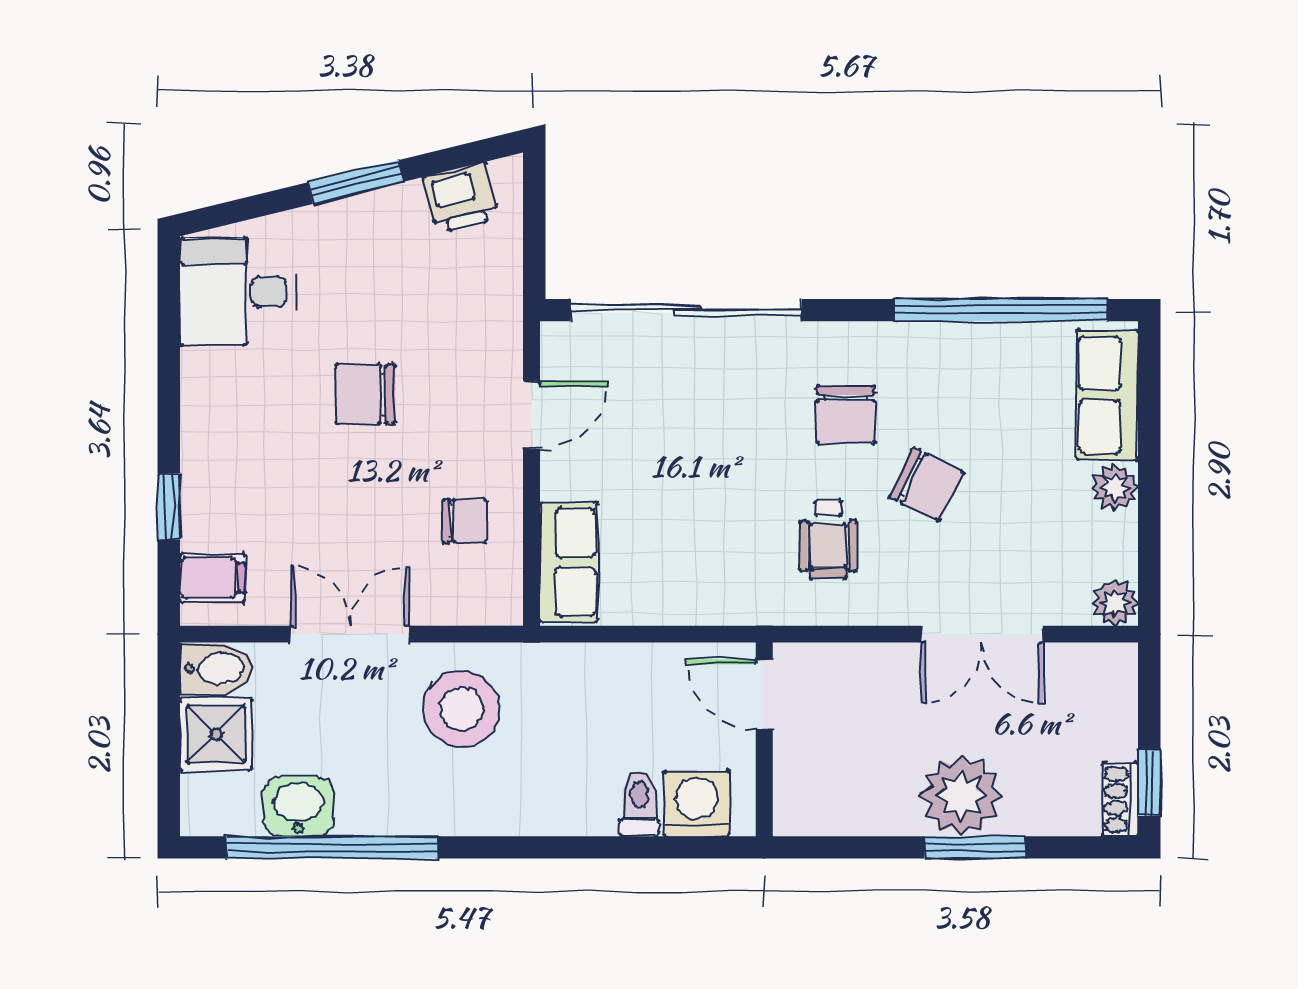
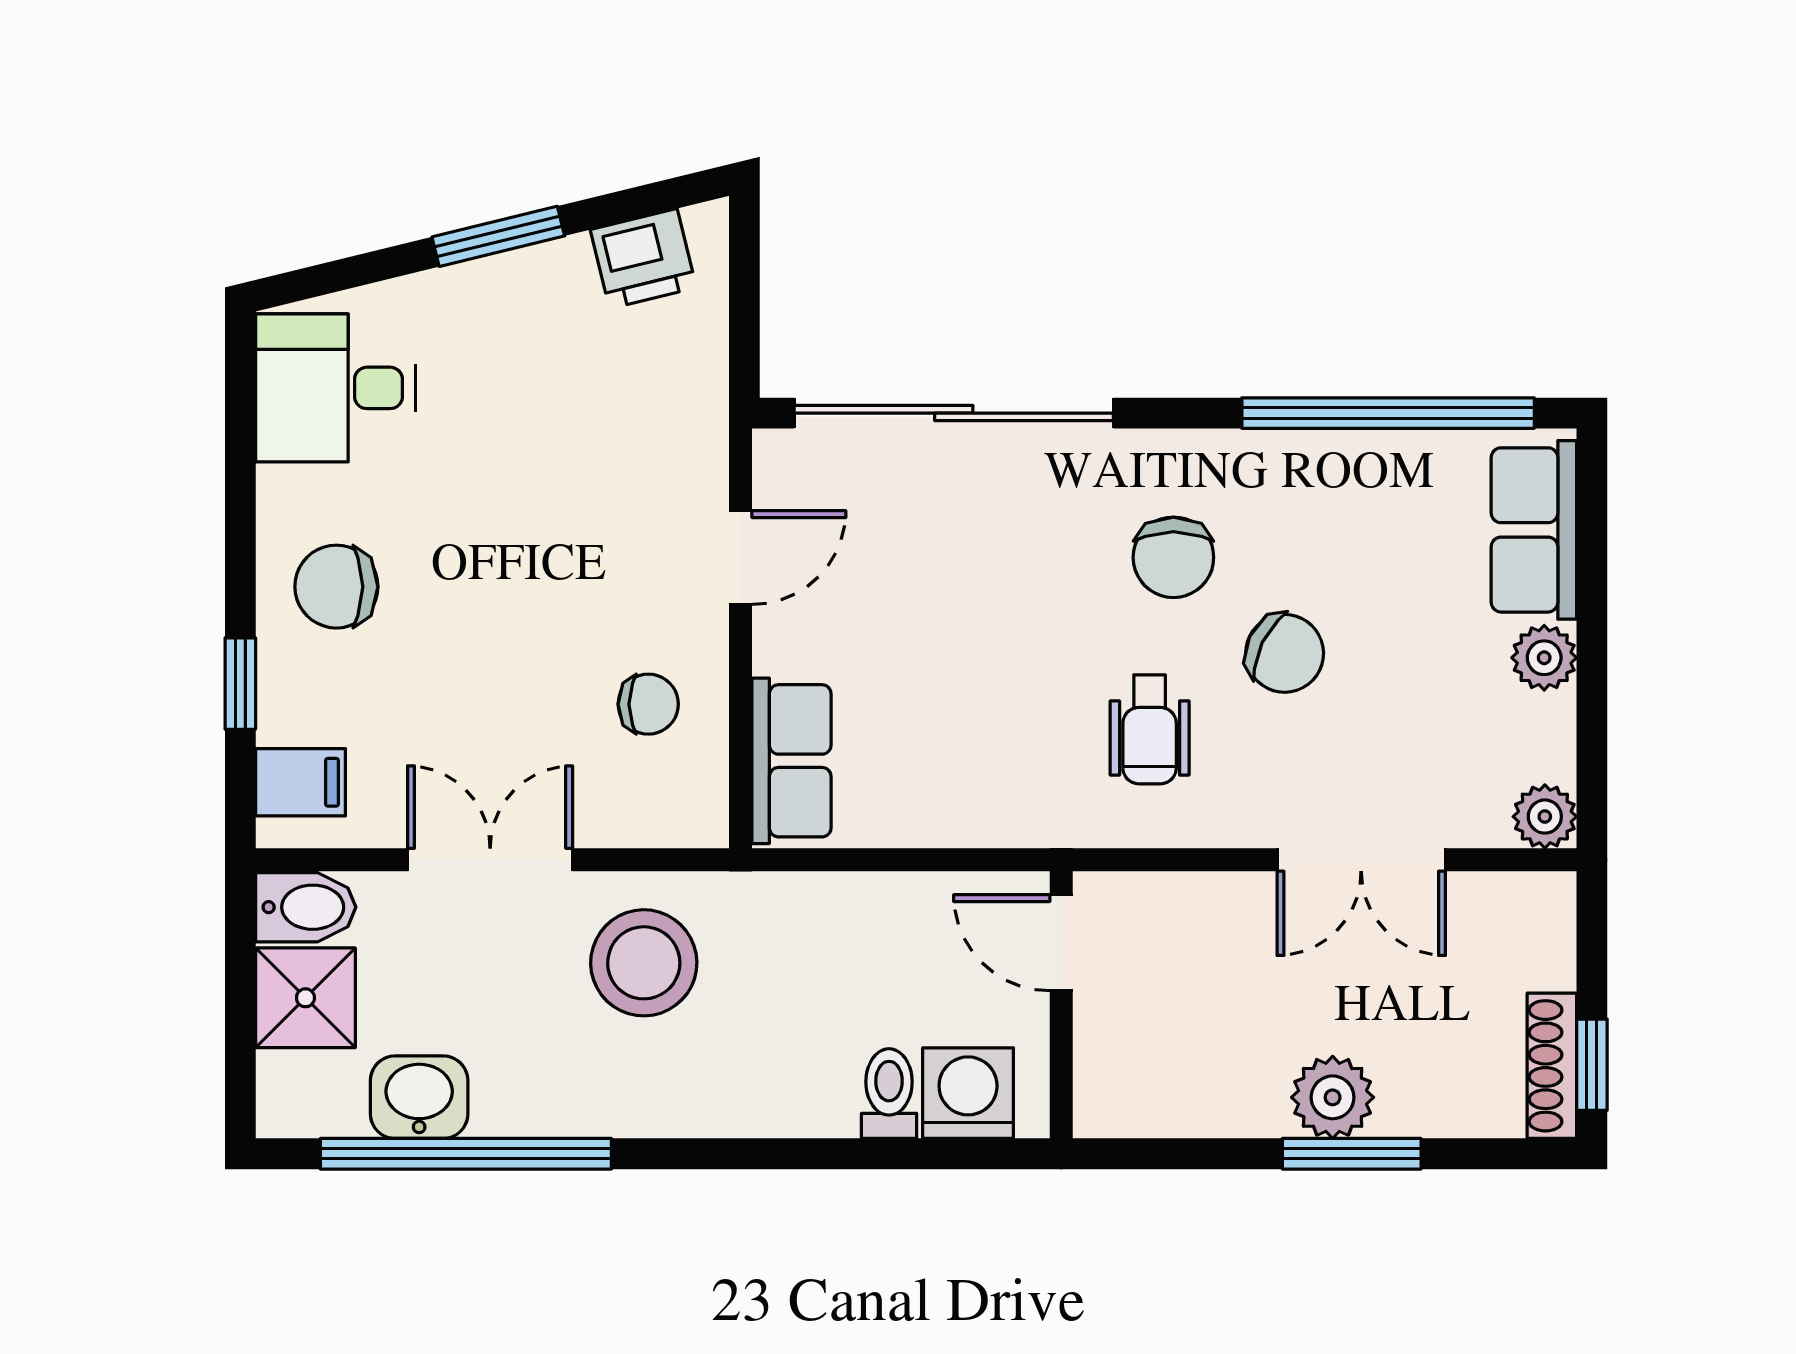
chair: (365, 394) -> (336, 587), moved
plant: (961, 796) -> (1333, 1097), width x0.73, depth x0.73
shoe rack: (1120, 799) -> (1552, 1066), width x1.43

